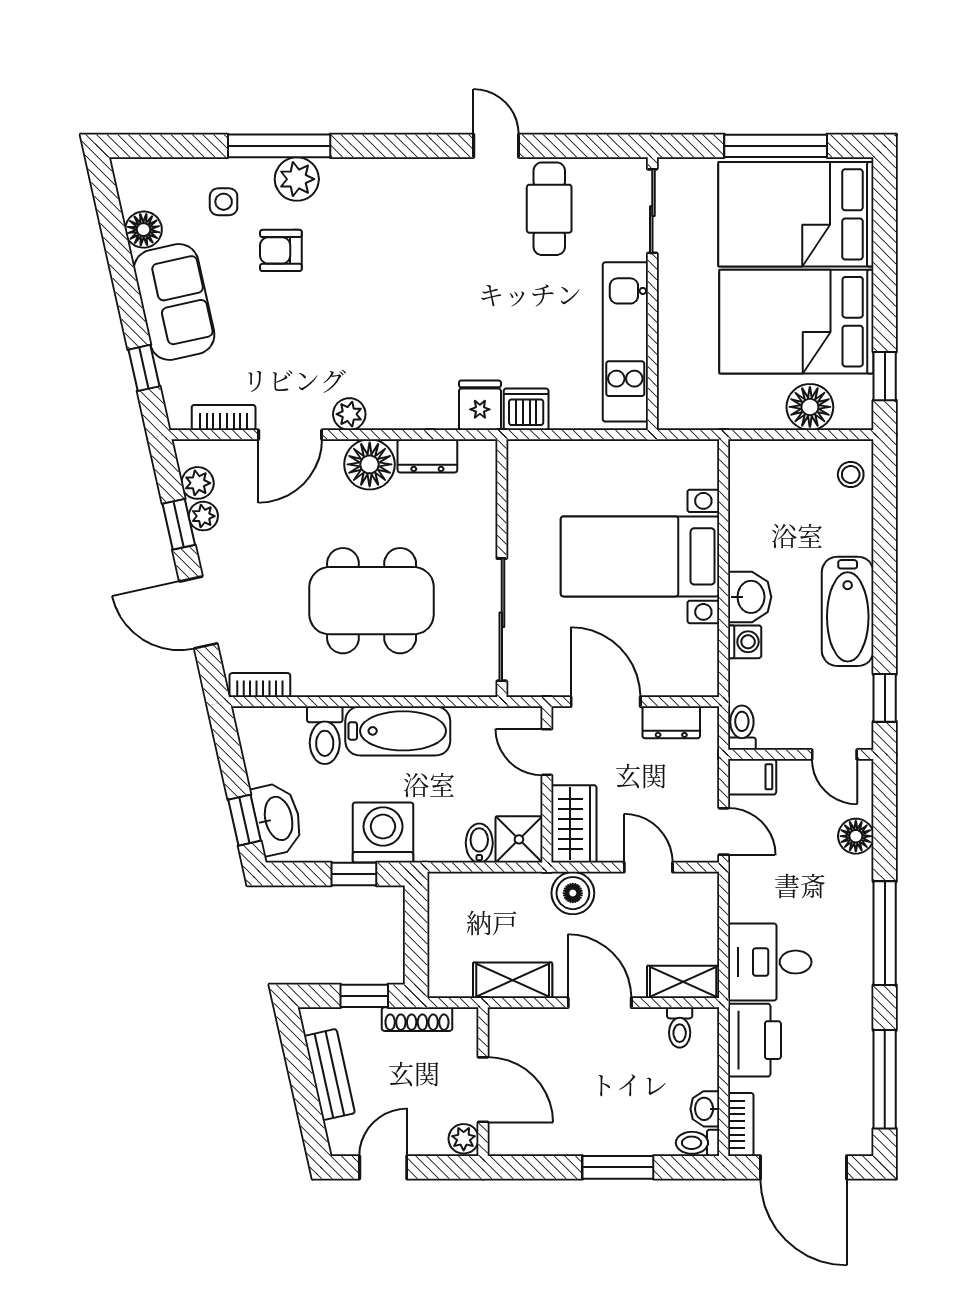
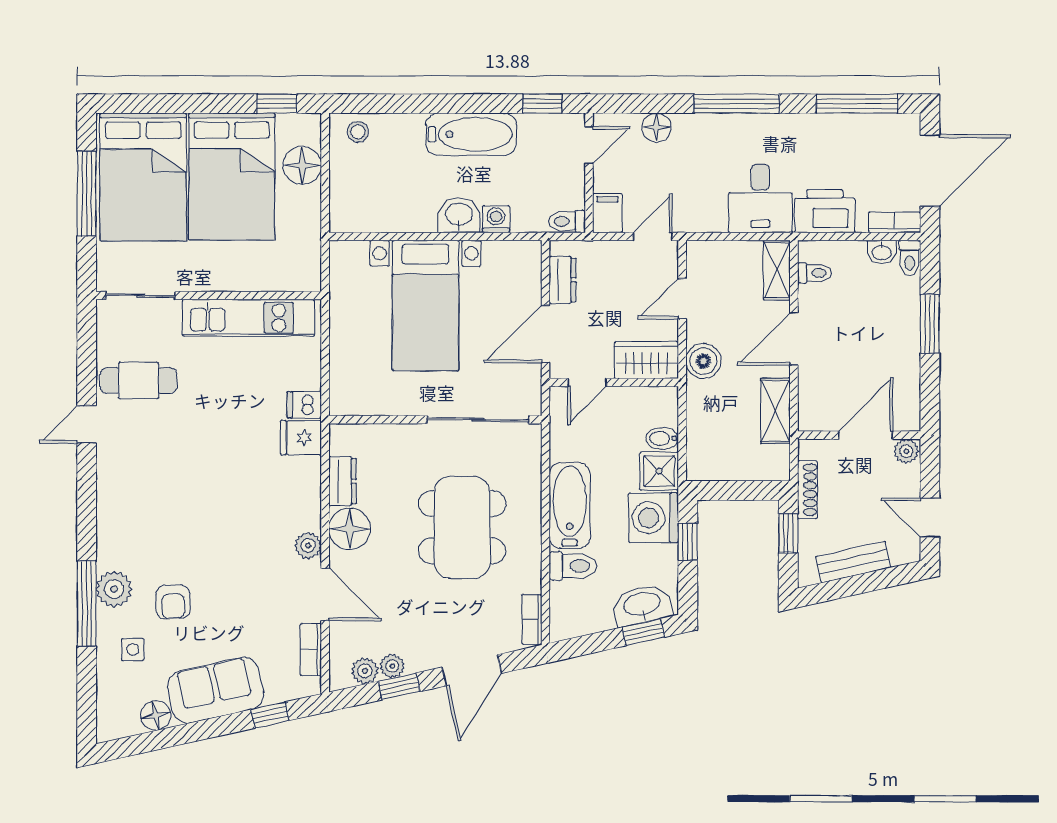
dishwasher: (526, 409) -> (304, 405), width x0.73
shower: (519, 839) -> (659, 471), moved

